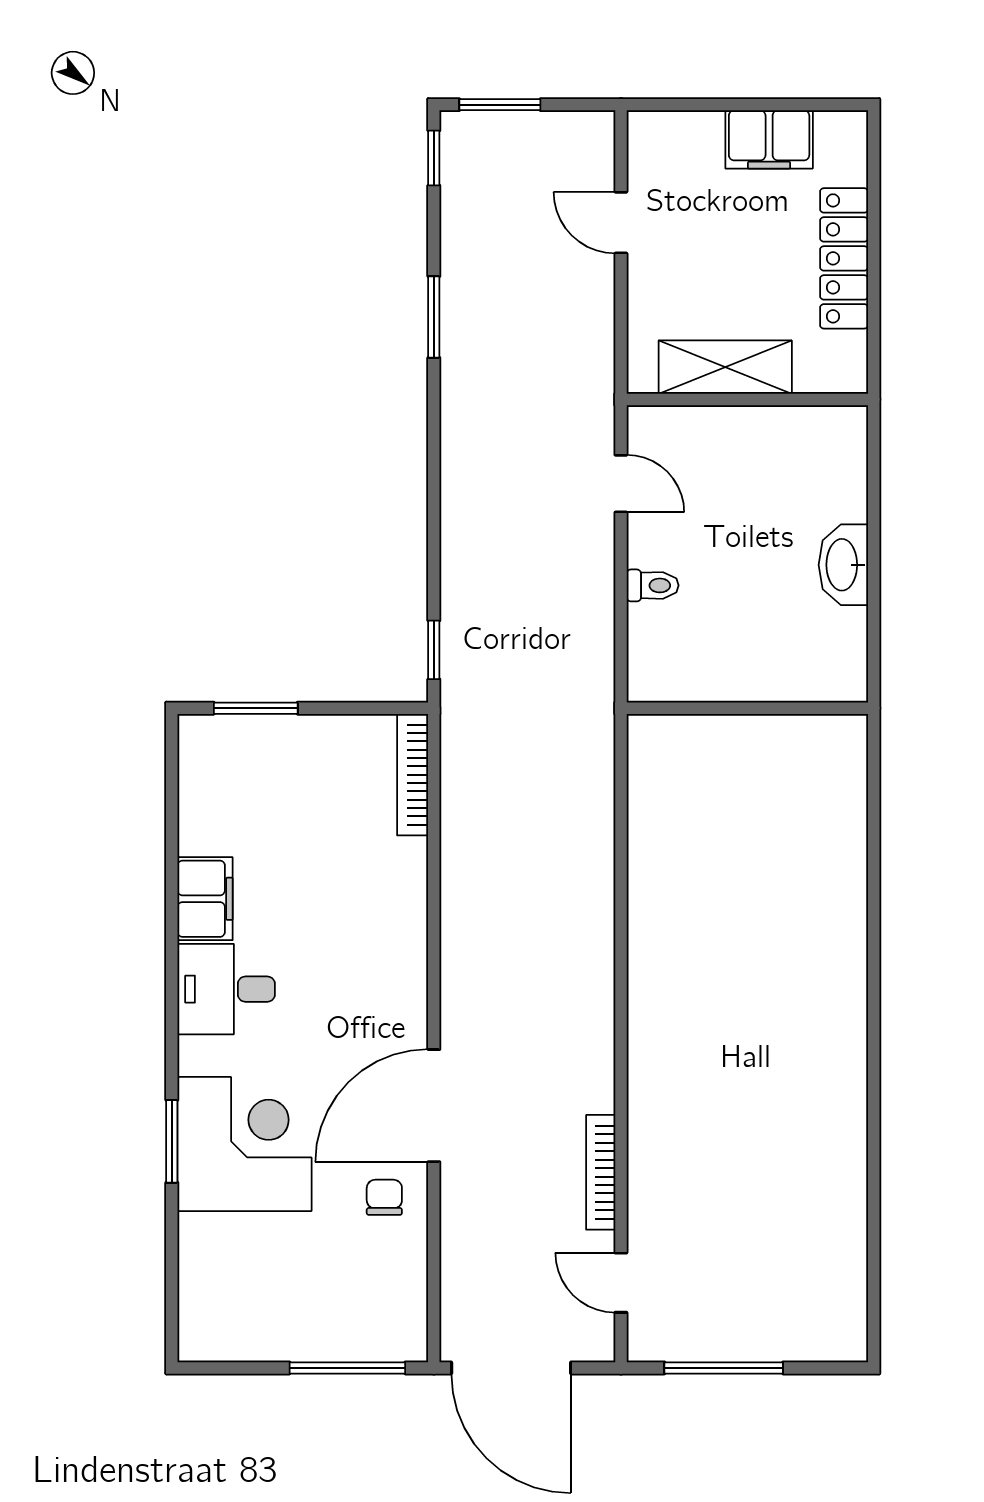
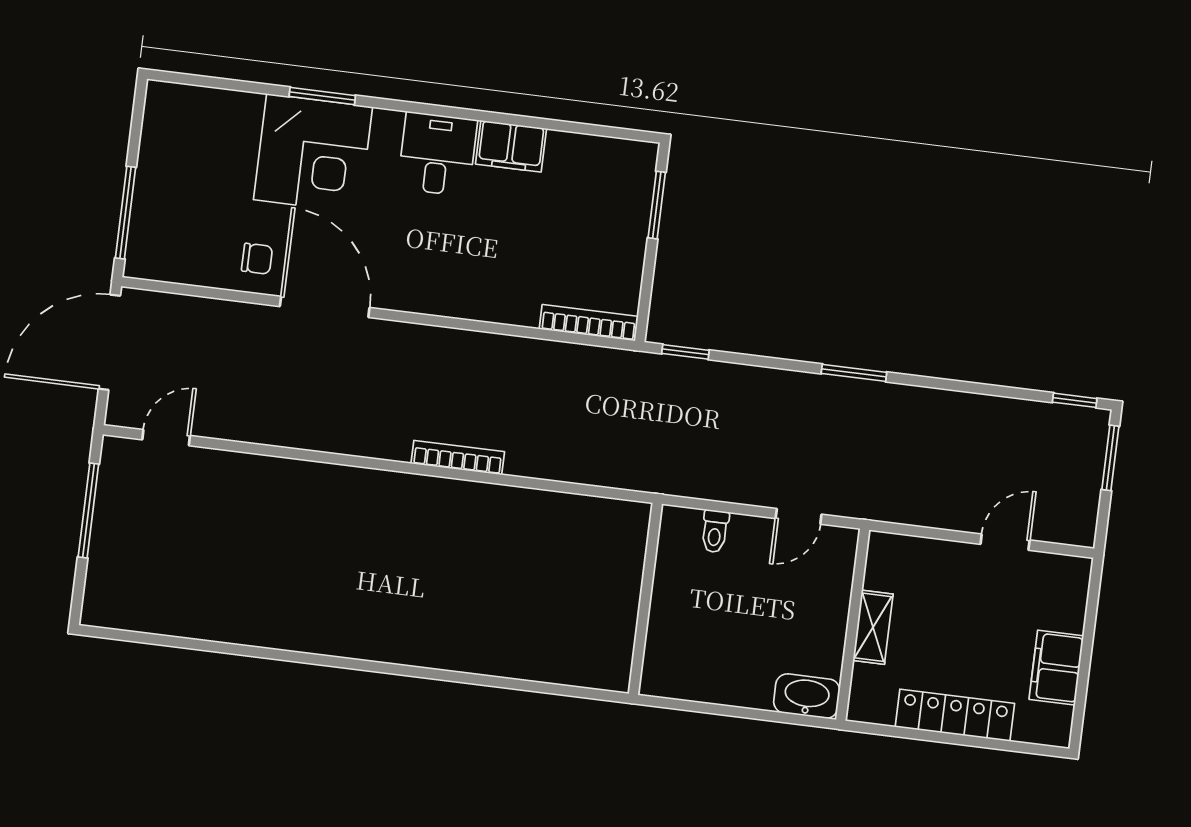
window: (434, 317) -> (854, 373), moved
shelving: (725, 367) -> (873, 627), width x0.67, depth x0.75
washbasin: (843, 565) -> (807, 696), moved
wall: (747, 708) -> (645, 599), moved
bookcase: (601, 1172) -> (458, 458), moved

